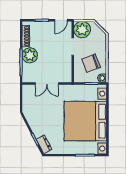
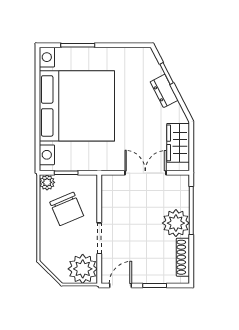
chair: (91, 63) -> (67, 209), turned 87
wardrobe: (28, 100) -> (178, 143), added
dresser: (44, 144) -> (164, 91), moved

